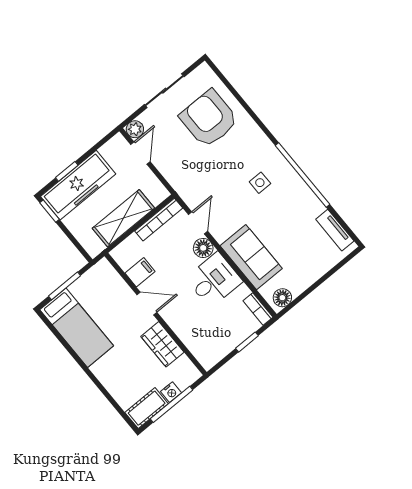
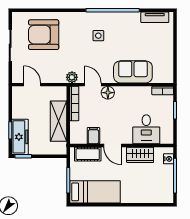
plant: (135, 129) -> (72, 77), moved
freezer: (78, 185) -> (20, 137), width x0.73, depth x0.79
desk: (214, 280) -> (146, 129), moved, turned 180
floor lamp: (282, 298) -> (167, 73), removed
door: (147, 304) -> (112, 145), swing flipped
nightstand: (171, 392) -> (168, 159), moved
cot: (147, 408) -> (88, 154), moved, turned 90

